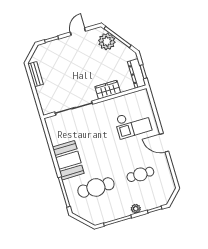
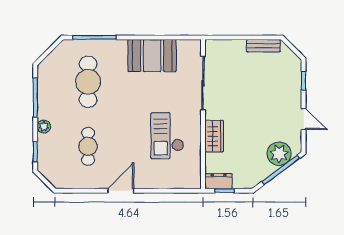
dresser: (137, 73) -> (219, 181), width x0.70
checkout: (133, 124) -> (167, 136), moved
booth: (68, 160) -> (152, 55), moved

